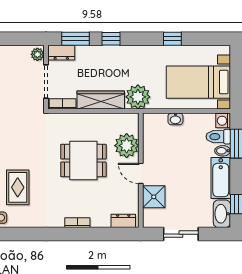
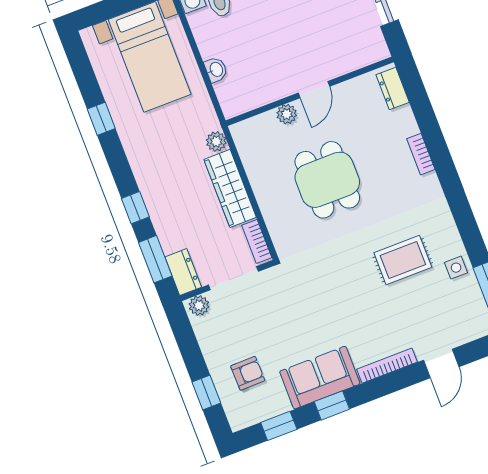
plant: (138, 97) -> (216, 141), width x0.53, depth x0.53
plant: (127, 146) -> (287, 114), width x0.53, depth x0.53
shower: (154, 197) -> (341, 58), removed

